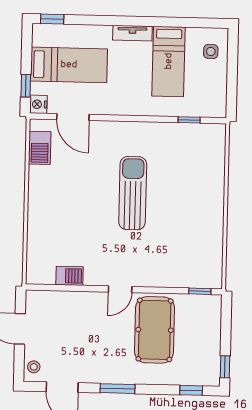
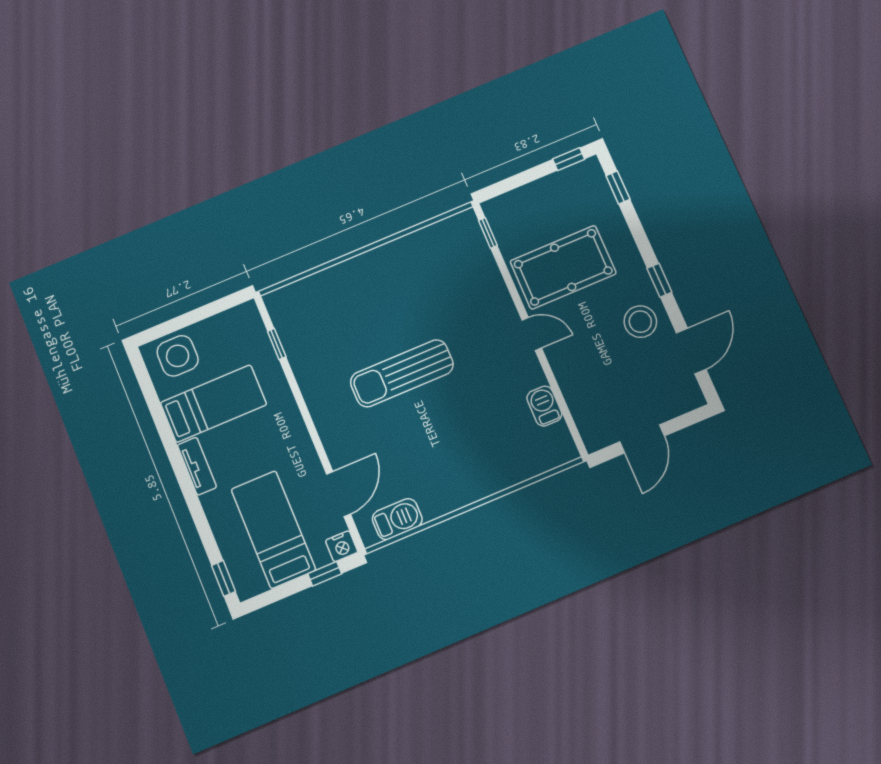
side table: (211, 52) -> (178, 356), width x1.87, depth x1.87
stool: (34, 367) -> (640, 322), moved, width x1.89, depth x1.89
window: (118, 389) -> (659, 280), width x0.67

